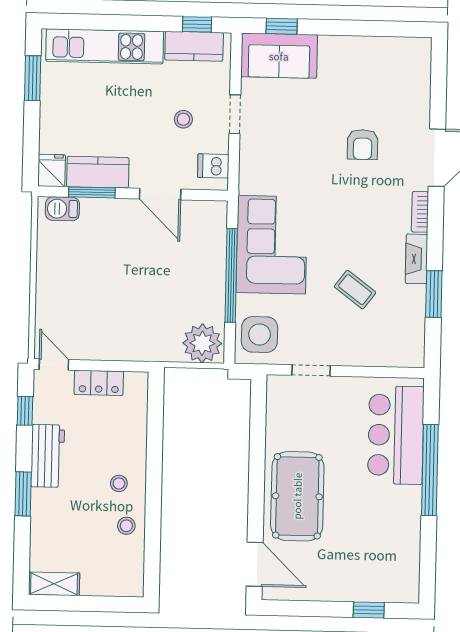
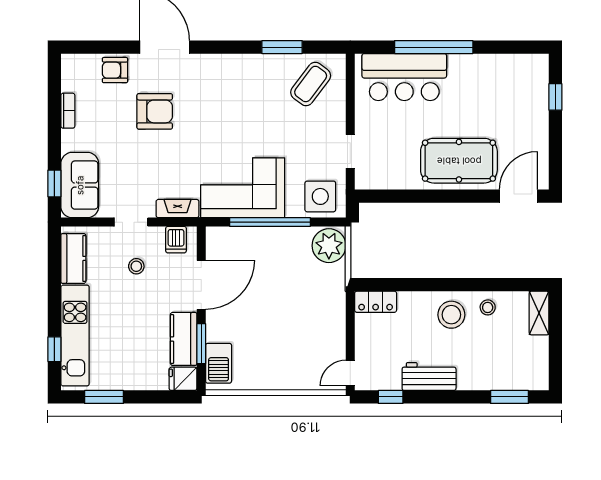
window: (197, 24) -> (54, 349), moved
armchair: (411, 100) -> (115, 70), added
armchair: (363, 145) -> (155, 111), width x1.38, depth x1.38
door: (160, 194) -> (201, 285), width x1.36
barbecue: (62, 209) -> (219, 363), width x1.38, depth x1.27
bookcase: (420, 212) -> (68, 111), moved, turned -90
fireplace: (416, 259) -> (178, 209), moved, turned 180
coffee table: (355, 290) -> (311, 84), moved, width x1.36, depth x1.30
locker: (99, 383) -> (376, 302), moved, turned 90
stool: (119, 483) -> (451, 315), width x1.89, depth x1.89
window: (23, 494) -> (509, 397), moved
shelving: (54, 584) -> (539, 313), moved

